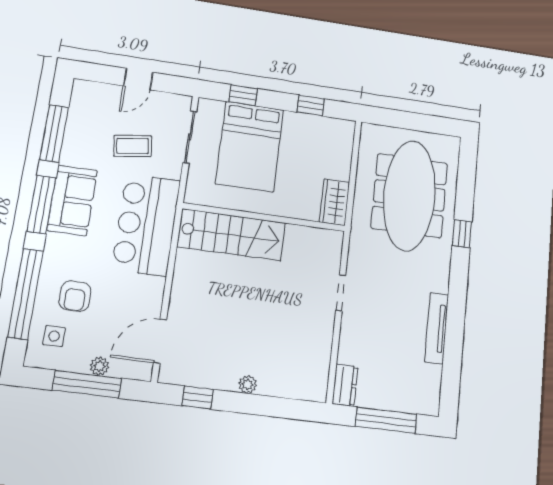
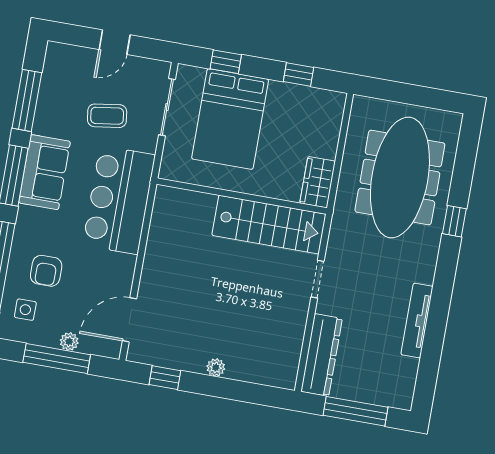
stairs: (232, 235) -> (269, 225), moved
dresser: (345, 385) -> (322, 355), width x1.96, depth x1.24

